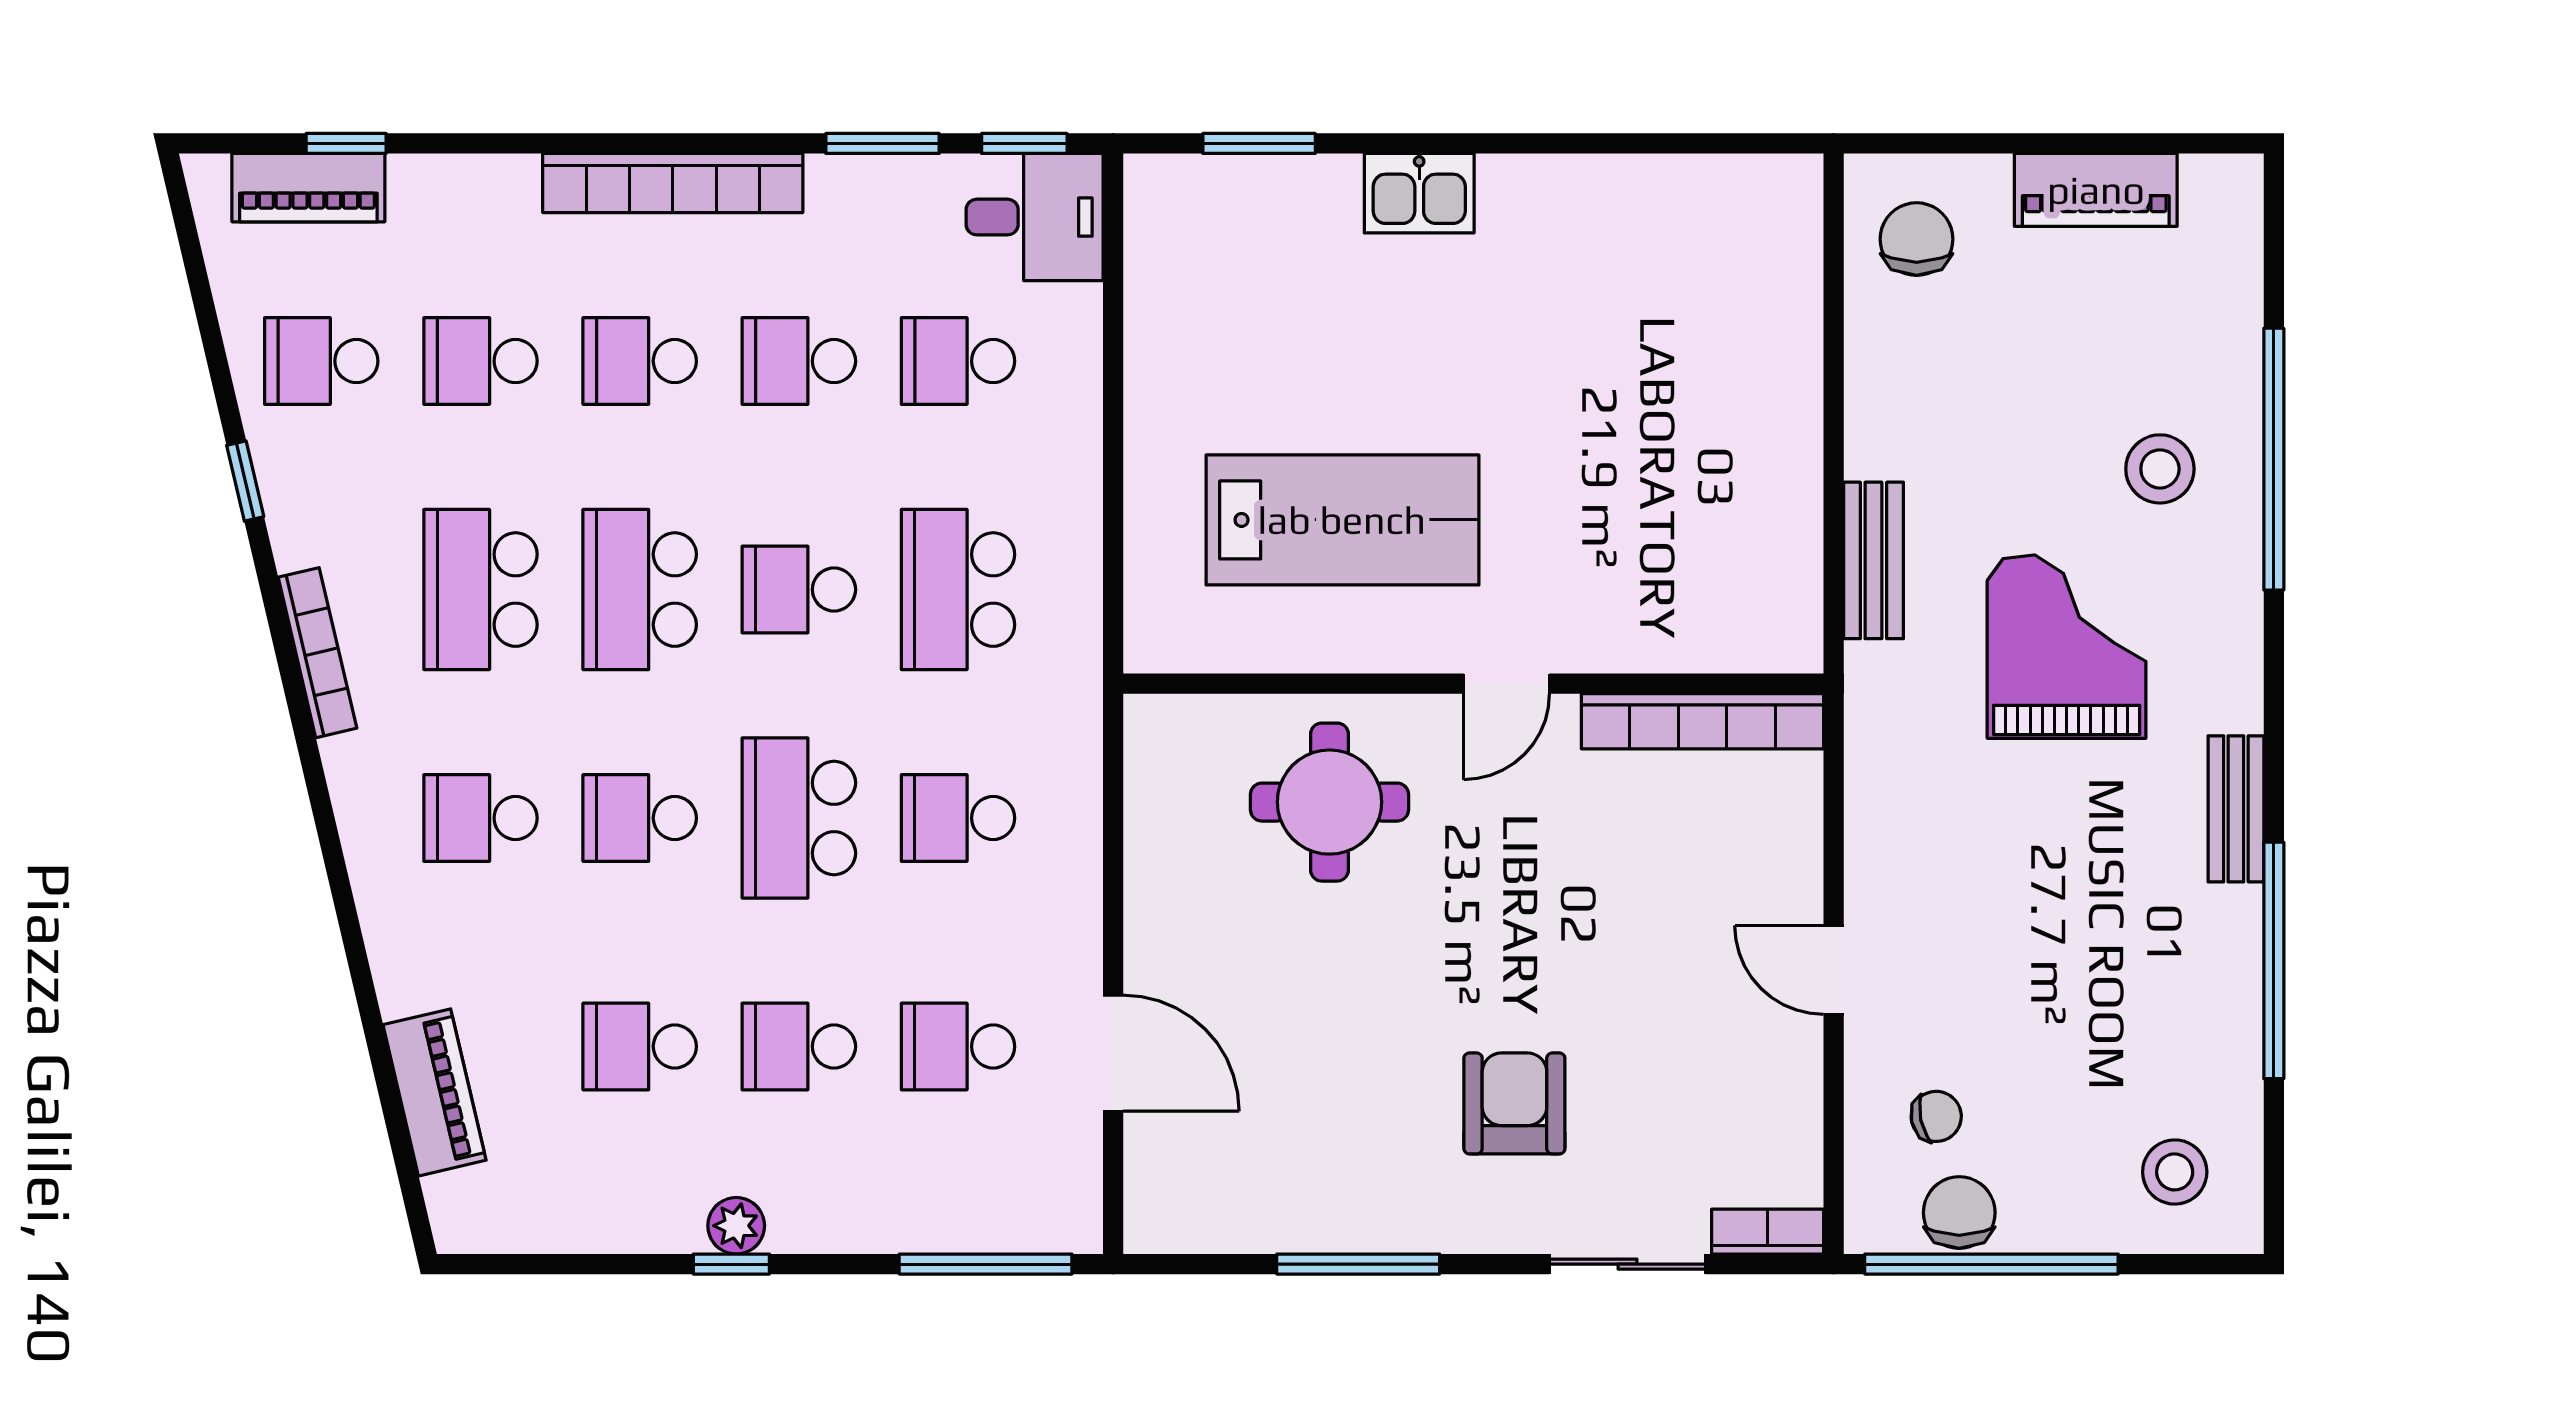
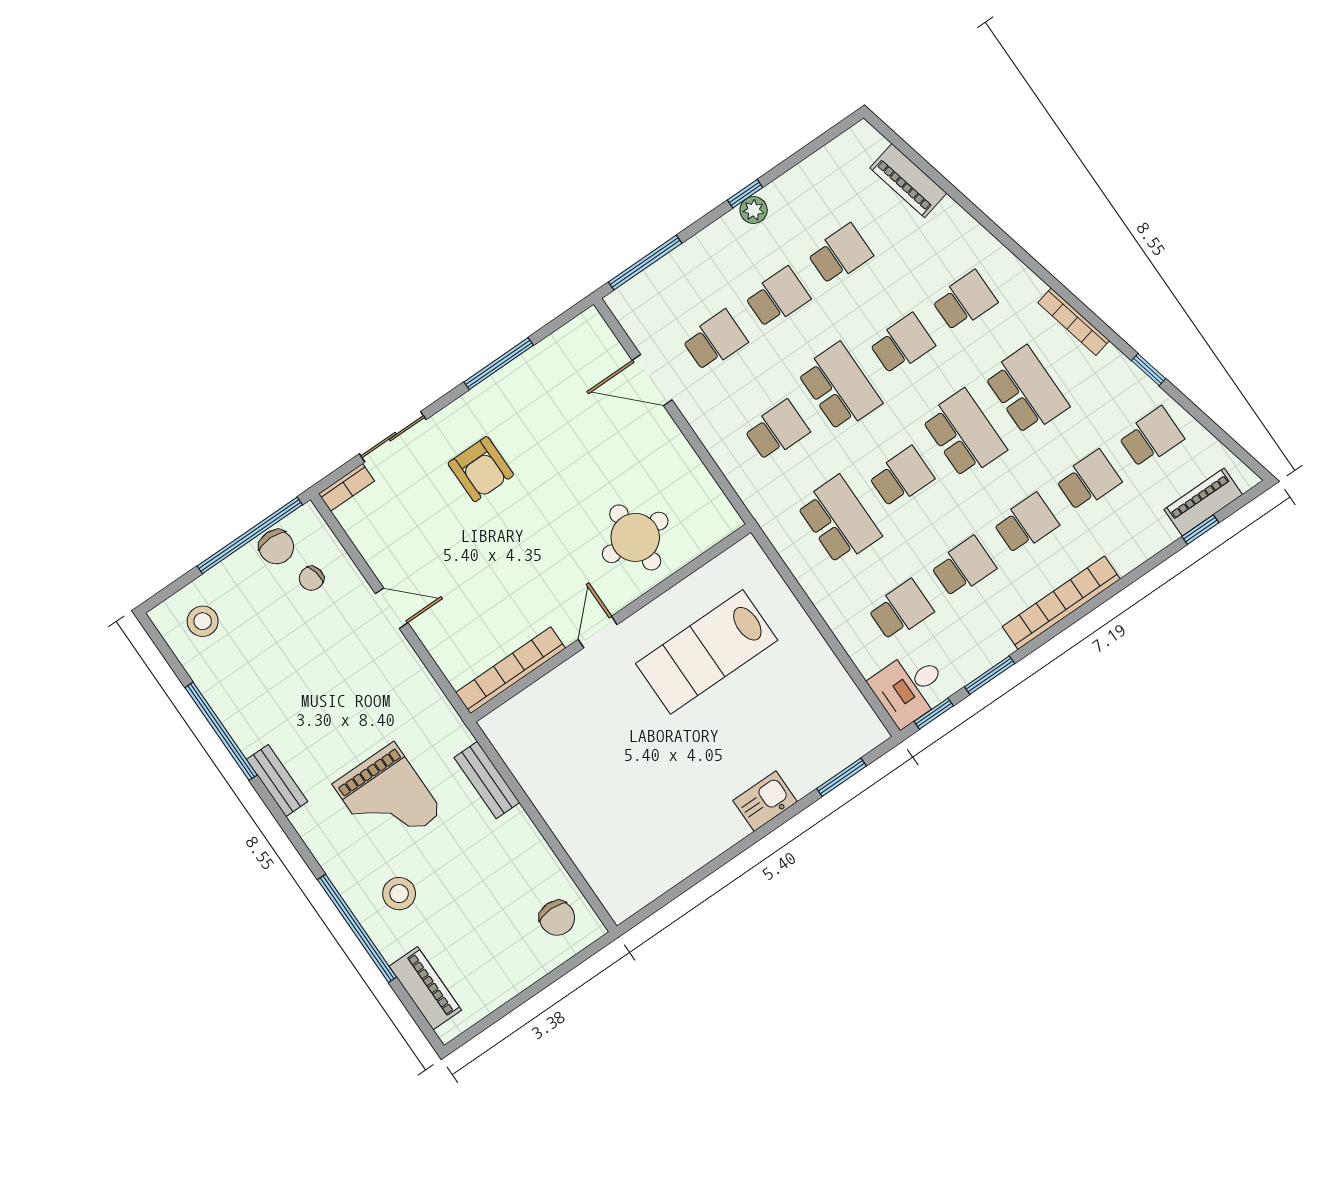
piano: (2096, 190) -> (425, 988), moved, turned 90

